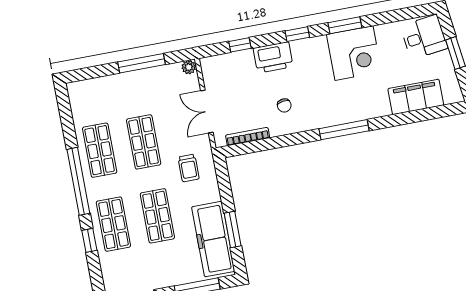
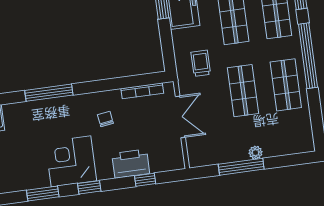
corner desk: (354, 53) -> (71, 161), moved
printer: (273, 57) -> (131, 164), moved
plant: (189, 67) -> (256, 153), moved

